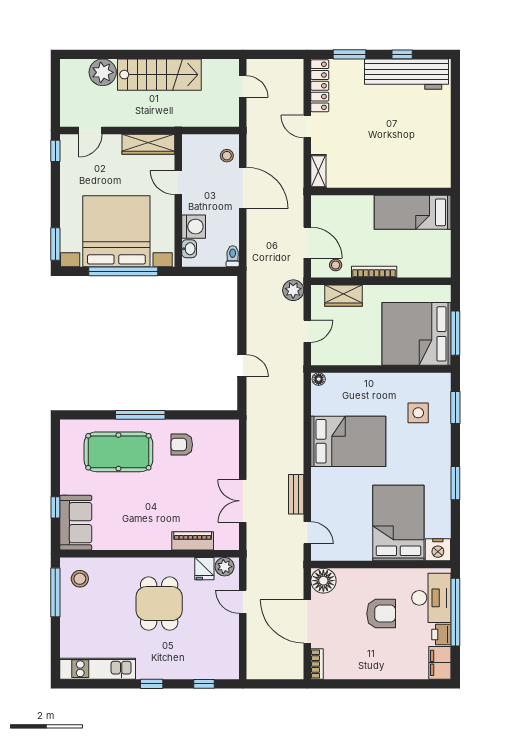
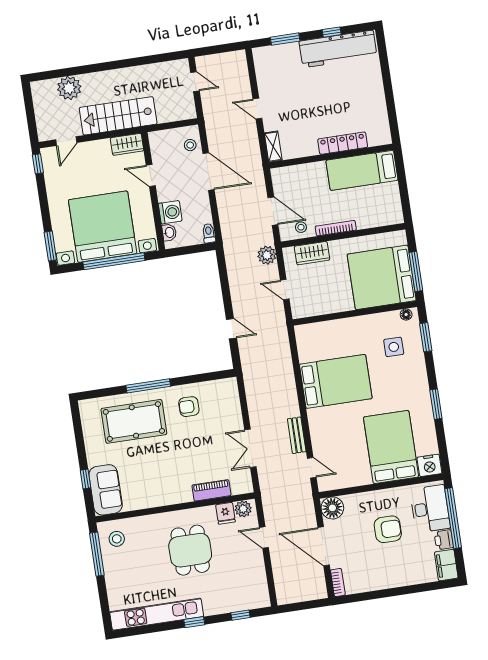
stairs: (159, 75) -> (118, 116), moved, turned 180
locker: (320, 86) -> (343, 143), moved, turned -90
wardrobe: (148, 144) -> (127, 144), width x0.67
door: (307, 331) -> (285, 290), swing flipped
floor lamp: (319, 379) -> (406, 315), moved
kitchen unit: (98, 669) -> (157, 614), width x1.36

